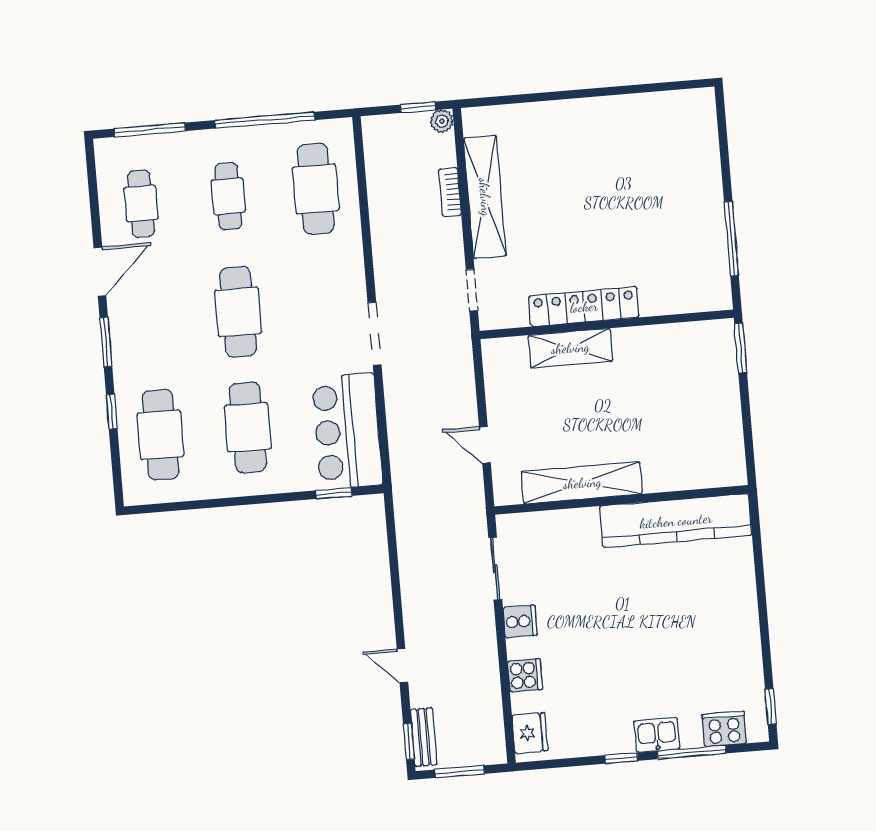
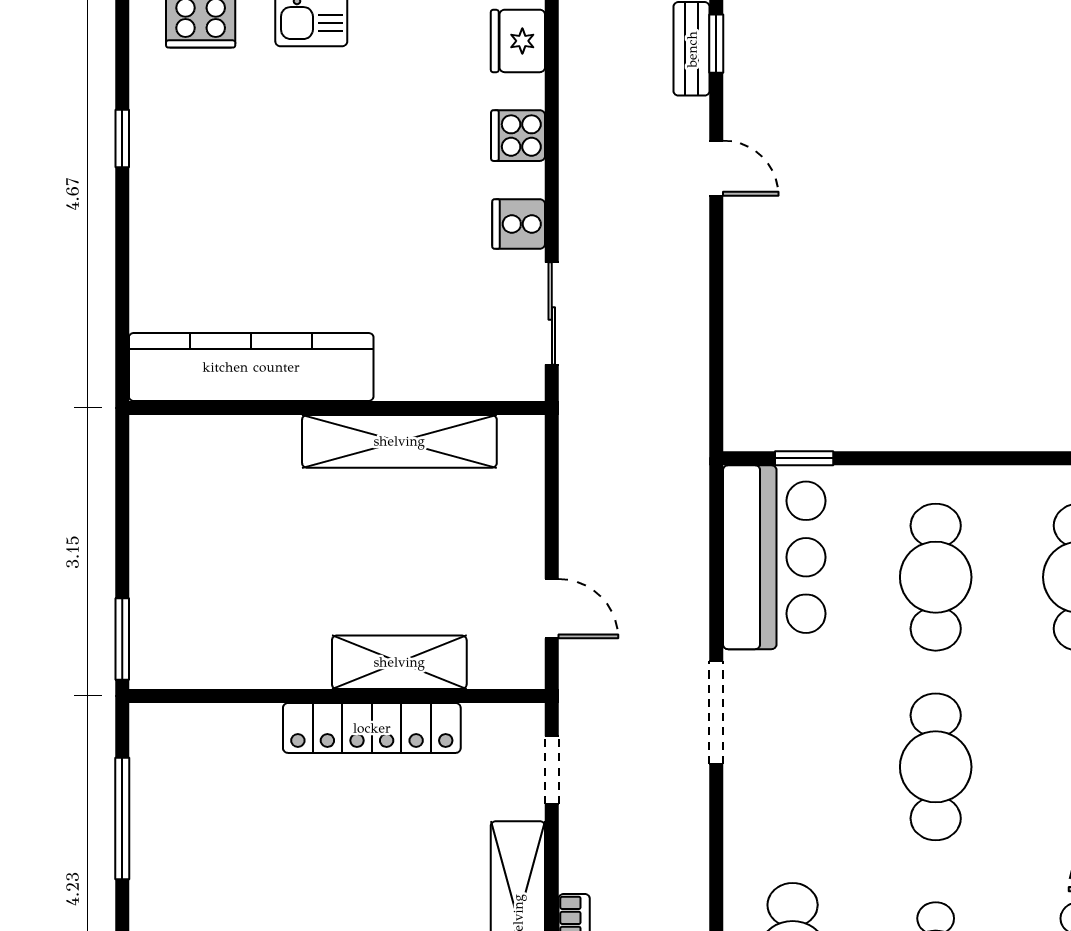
door: (485, 445) -> (552, 609), moved
window: (771, 707) -> (122, 138), moved

